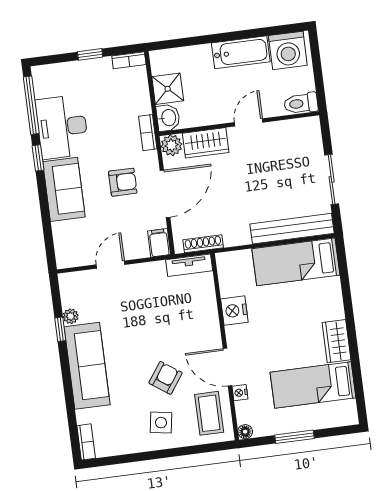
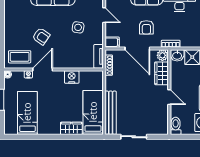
wardrobe: (336, 341) -> (71, 128), moved
side table: (161, 423) -> (78, 27), moved

